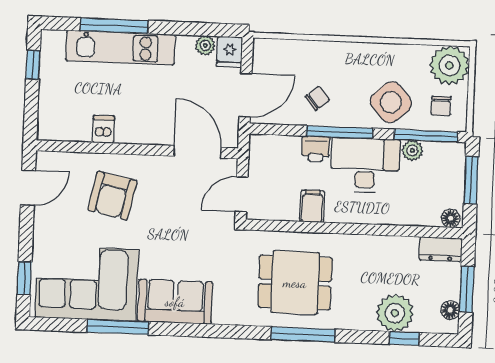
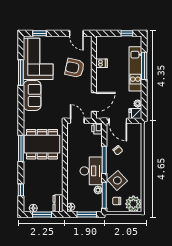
printer: (316, 149) -> (97, 129), moved
filing cabinet: (312, 206) -> (74, 150), removed
dining table: (295, 283) -> (42, 144), width x1.38
plant: (395, 313) -> (31, 186), removed

